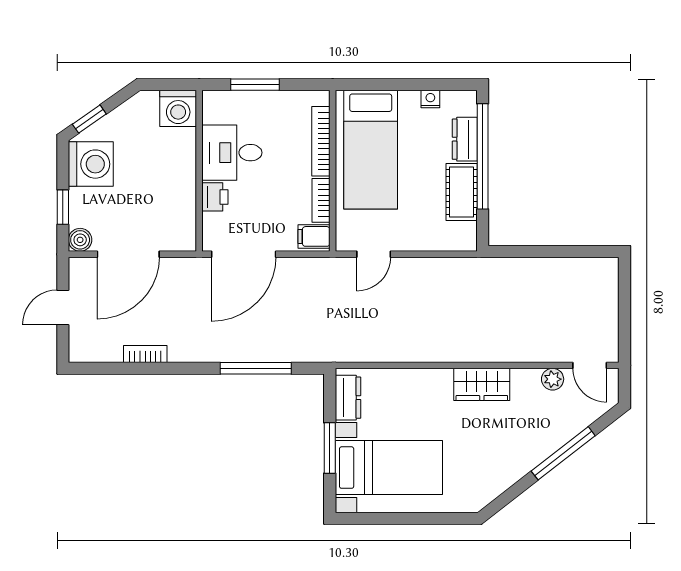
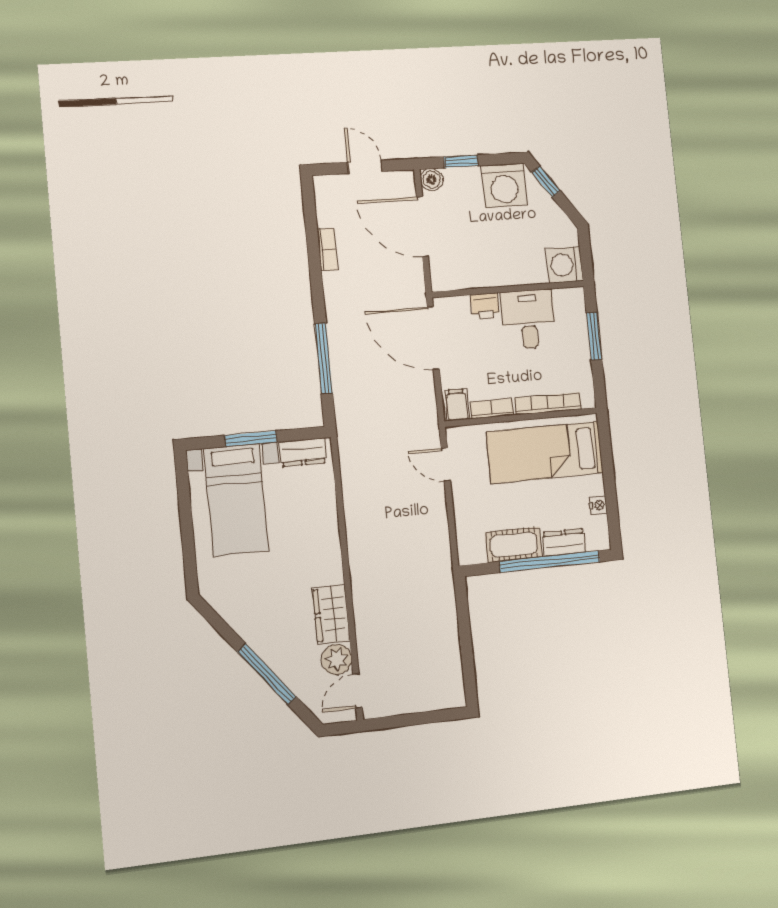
plant: (553, 379) -> (337, 660), width x1.38, depth x1.38
wardrobe: (482, 384) -> (331, 614), moved

